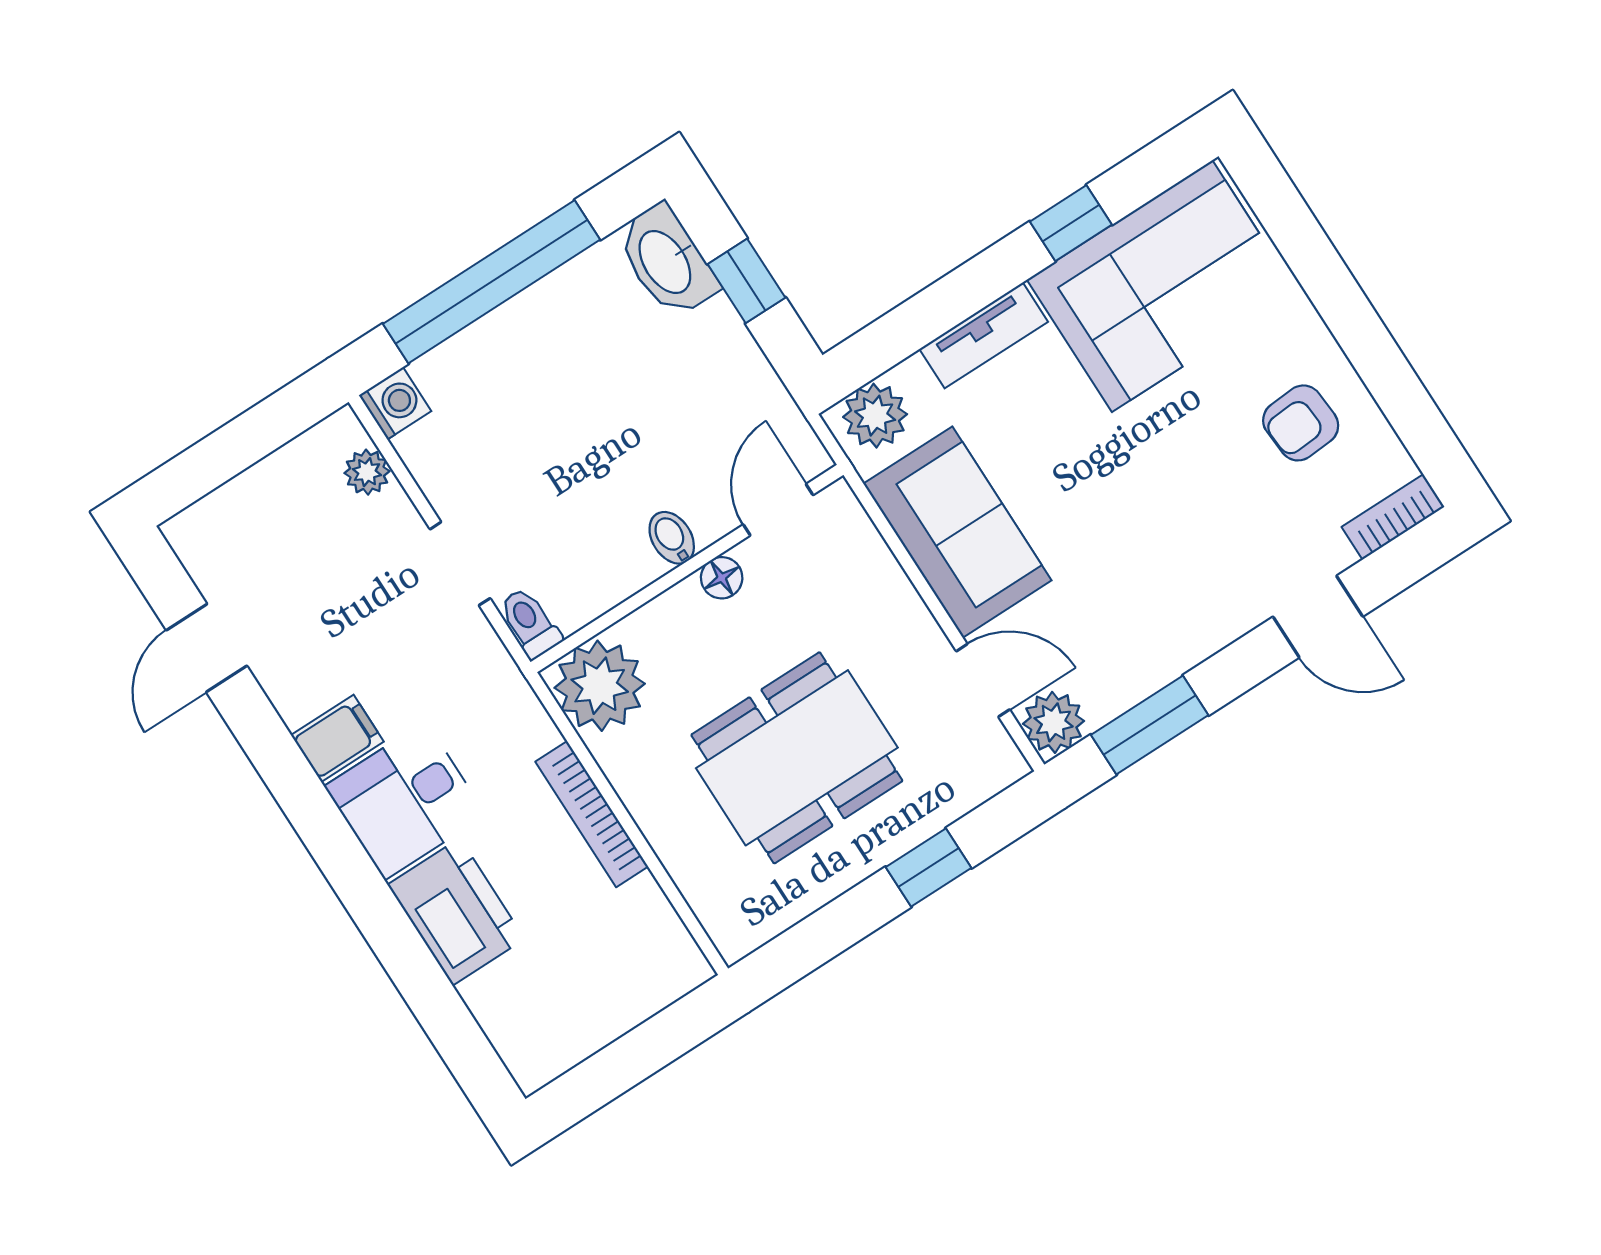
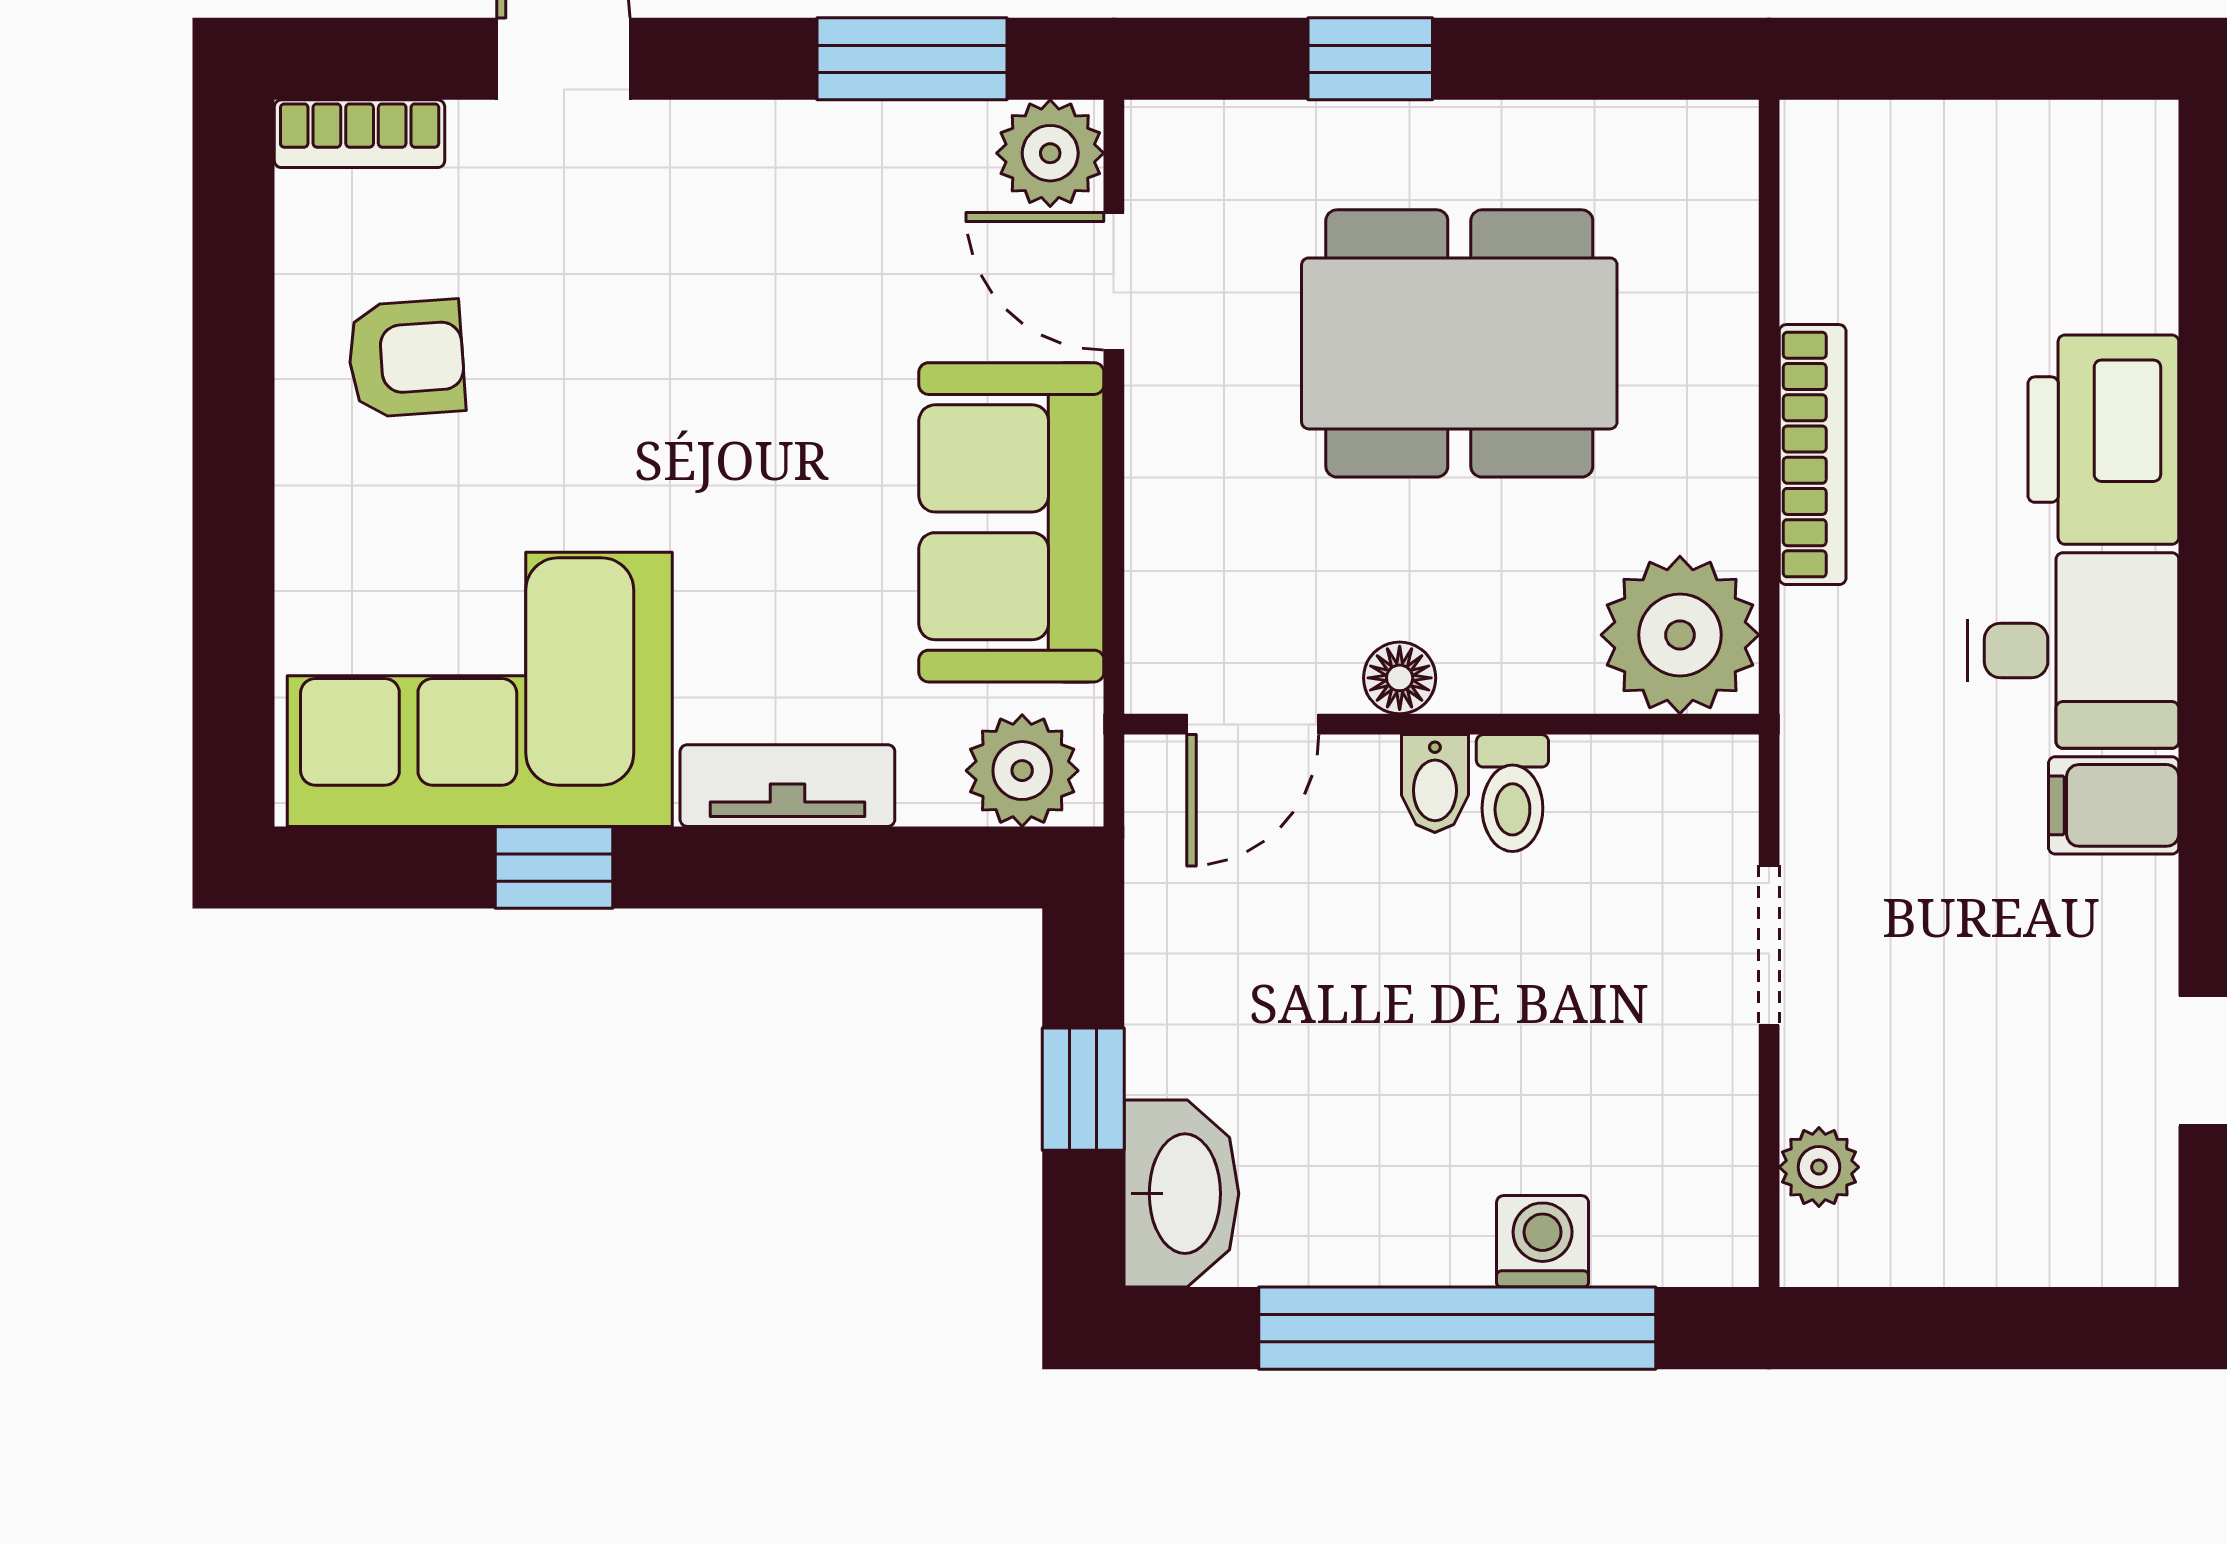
washing machine: (395, 403) -> (1543, 1241), moved, turned 90
toilet: (530, 623) -> (1512, 793), moved

